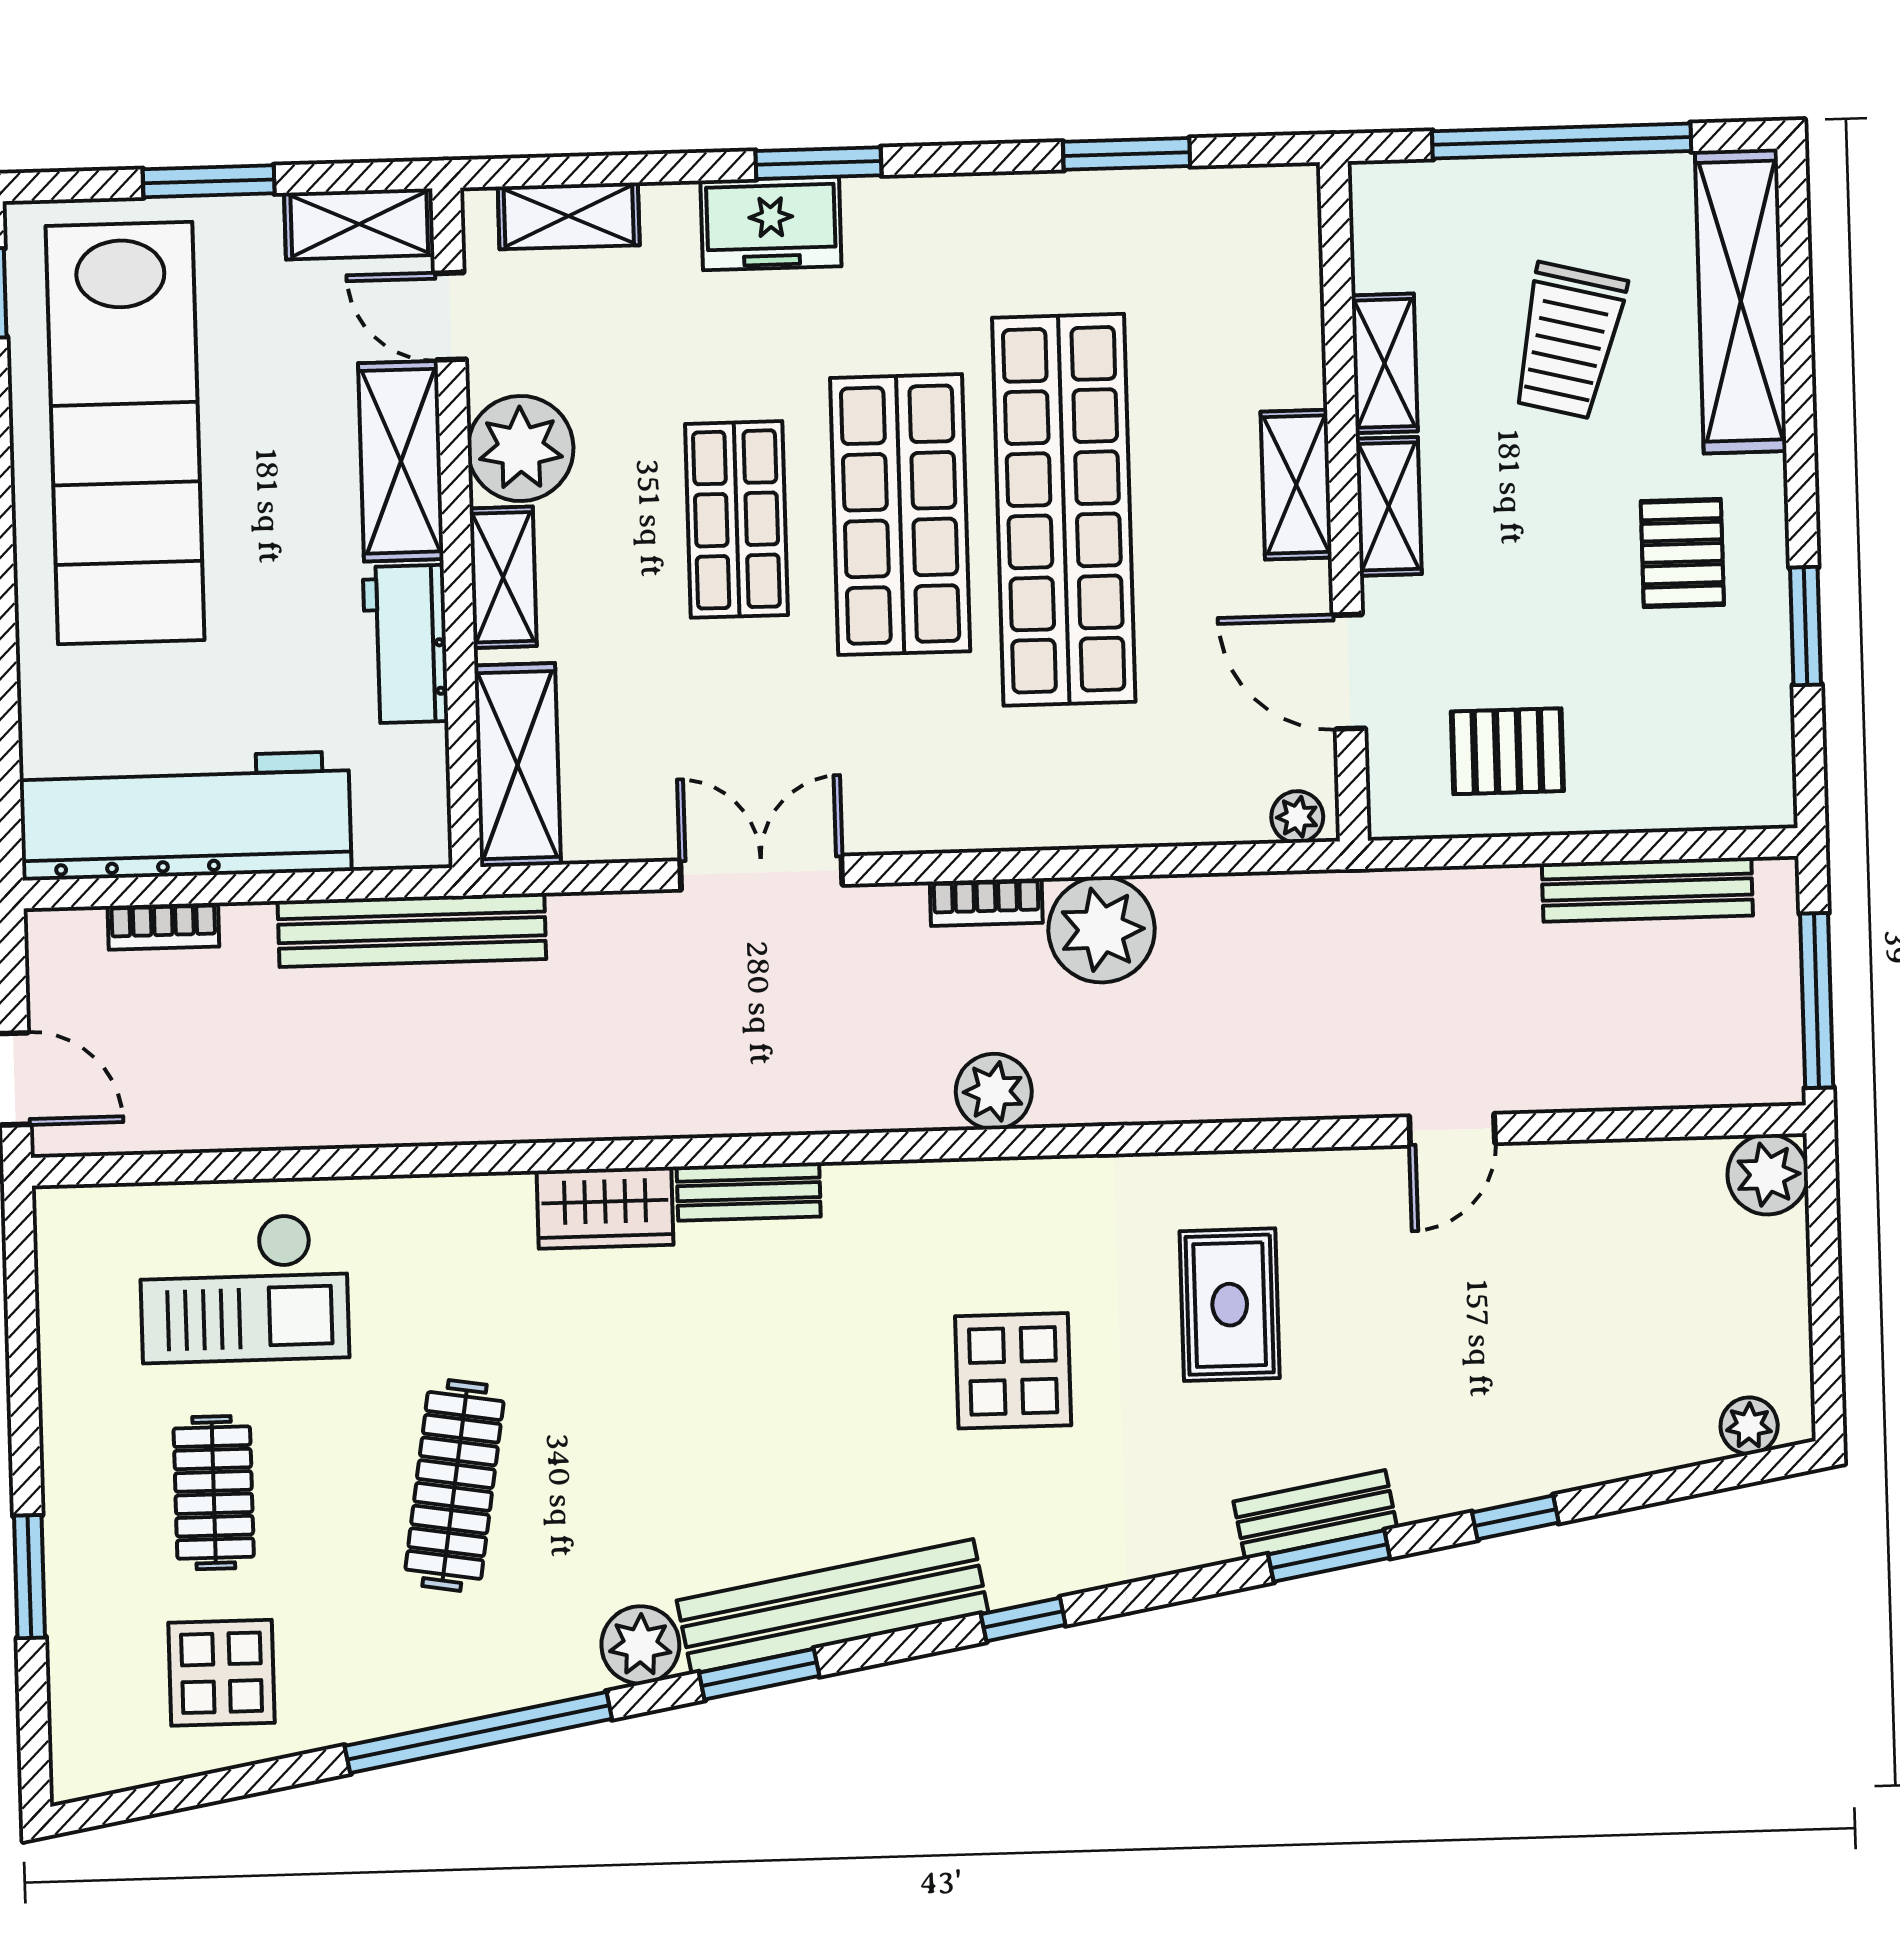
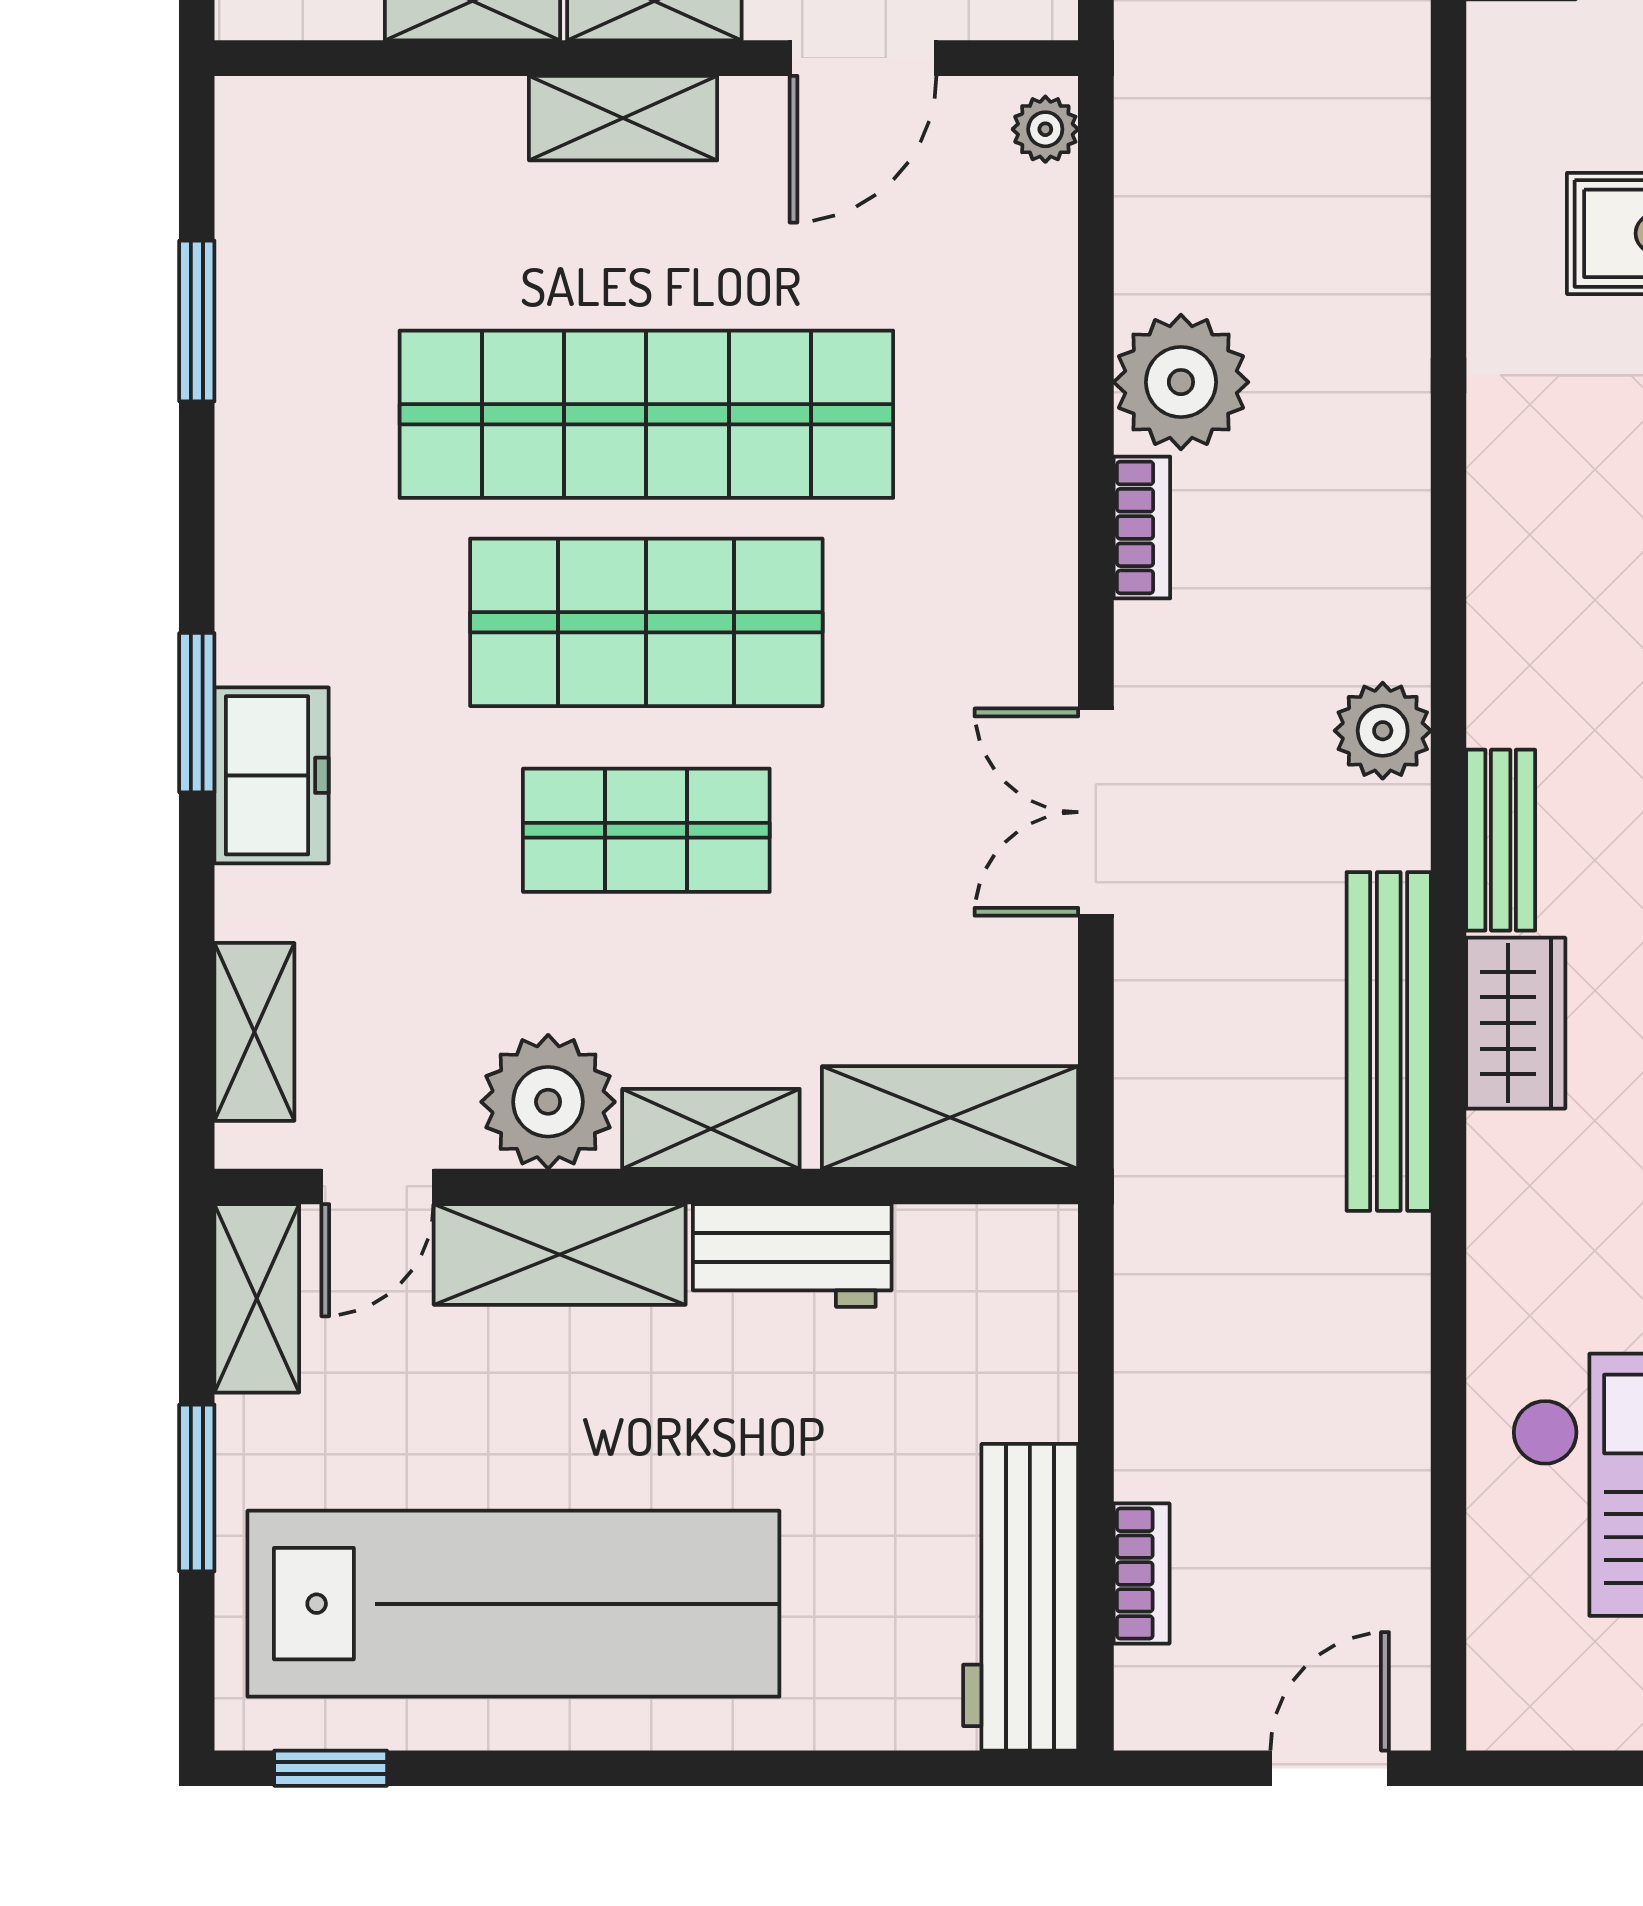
workbench: (185, 816) -> (1021, 1597), width x0.73, depth x0.76
bench: (412, 930) -> (1389, 1041), moved
plant: (994, 1092) -> (1383, 731), moved

